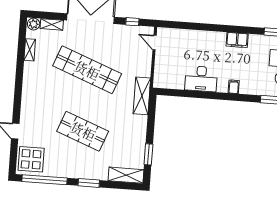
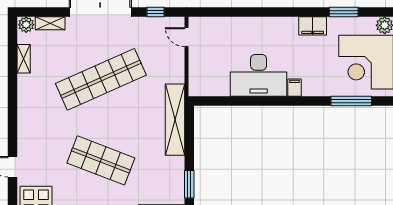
filing cabinet: (237, 40) -> (313, 26), moved
shop shelf: (87, 70) -> (101, 79), turned -45
desk: (201, 79) -> (259, 75), width x1.36, depth x1.30
shelving: (142, 96) -> (175, 120), width x1.47

